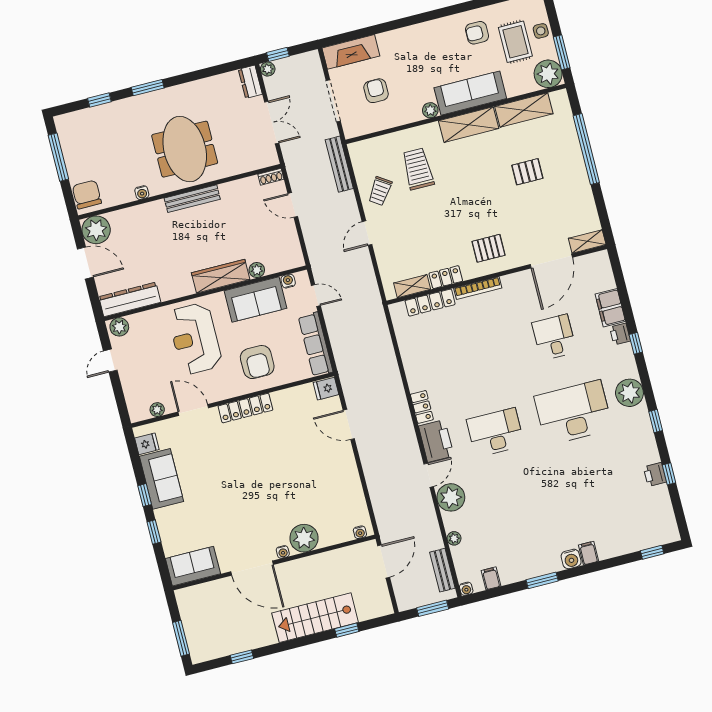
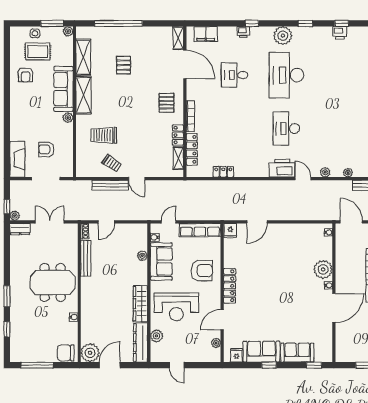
plant: (548, 74) -> (68, 31), width x0.53, depth x0.53
bench: (339, 164) -> (110, 185), moved
bench: (192, 199) -> (86, 258), moved
wardrobe: (221, 276) -> (140, 304), moved
filing cabinet: (610, 308) -> (206, 34), moved
plant: (119, 327) -> (157, 336), moved
locker: (422, 407) -> (223, 172), moved
plant: (451, 497) -> (325, 172), width x0.53, depth x0.53
window: (154, 532) -> (314, 365), moved
sofa: (193, 566) -> (297, 353), moved, turned 90

